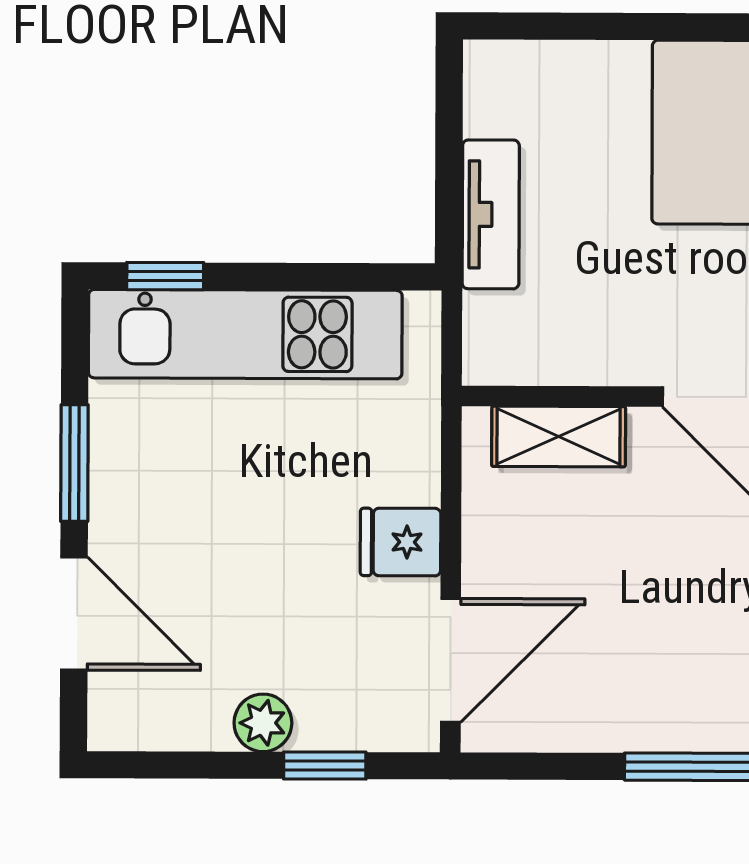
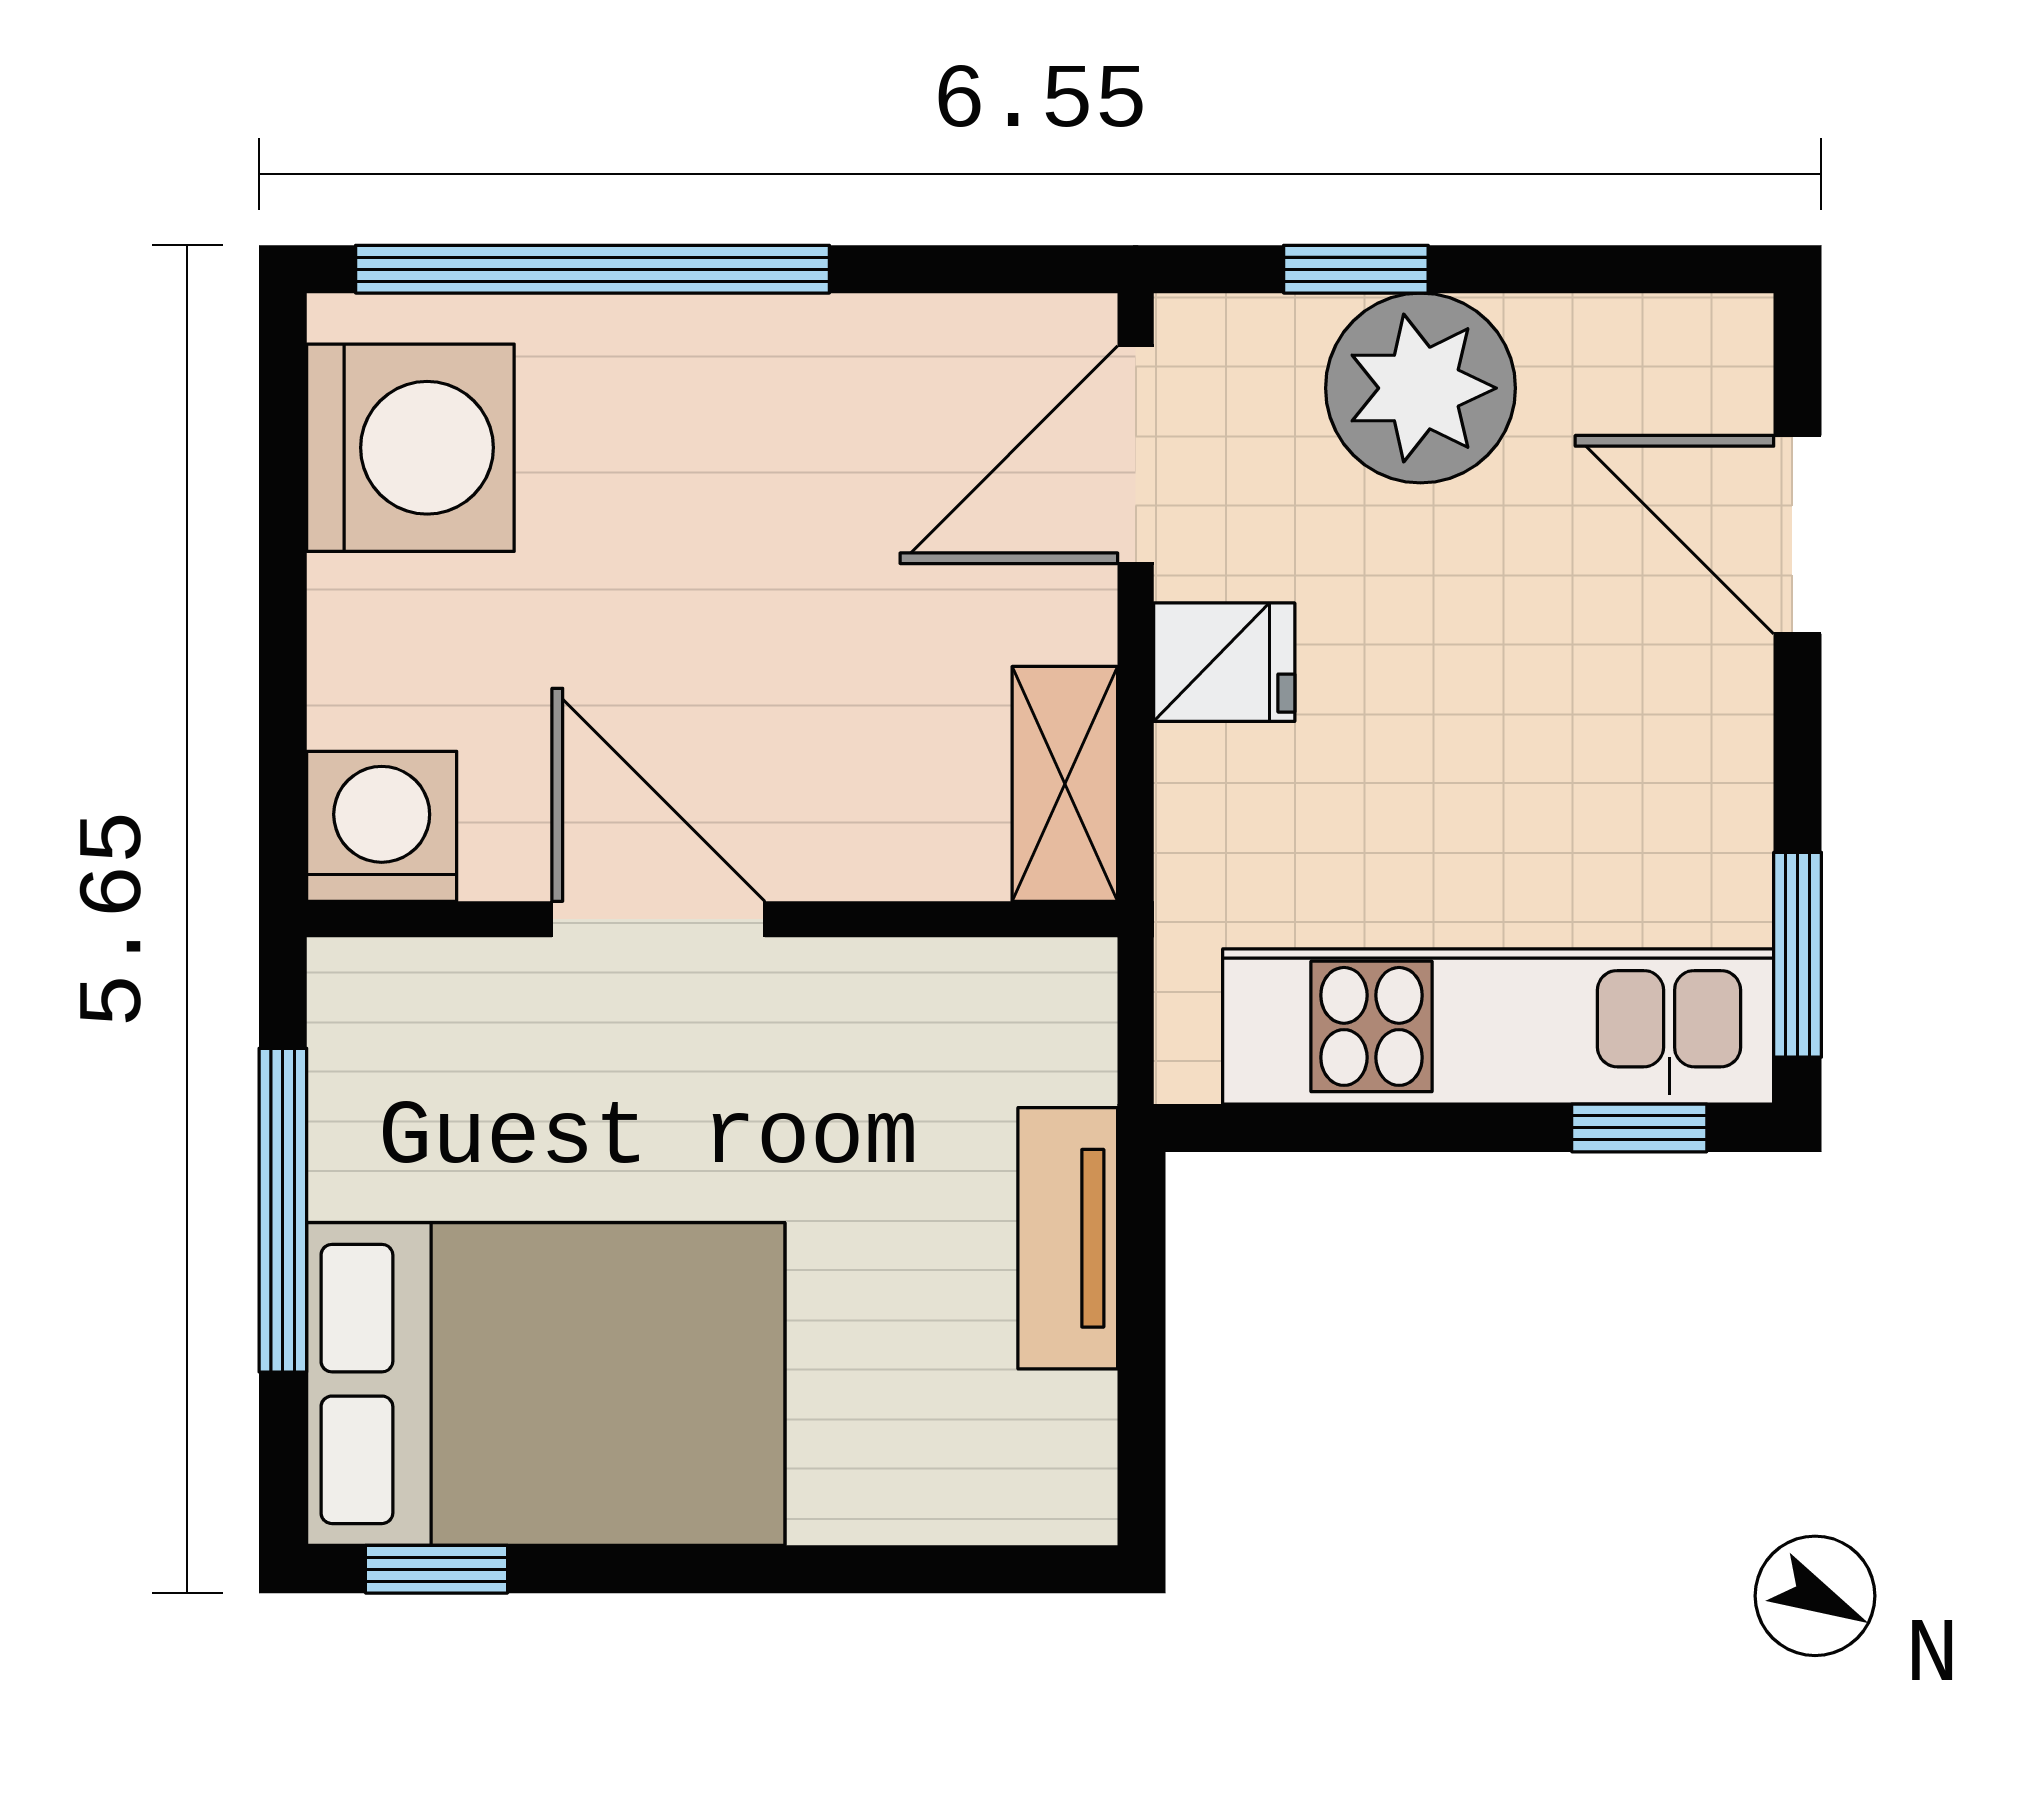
shelving: (559, 437) -> (1065, 784), moved, turned 90
window: (74, 463) -> (1798, 955), moved
plant: (263, 723) -> (1420, 388), width x1.88, depth x1.88

